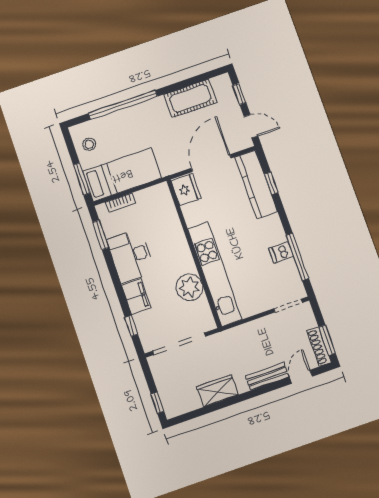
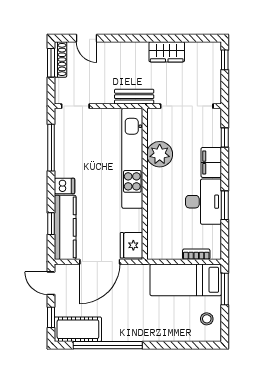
cot: (190, 98) -> (78, 329), moved
window: (123, 105) -> (108, 345), moved
window: (101, 235) -> (225, 205), moved
dishwasher: (281, 252) -> (64, 186), moved
bench: (267, 376) -> (134, 97), moved
door: (301, 377) -> (87, 38), hinge flipped

